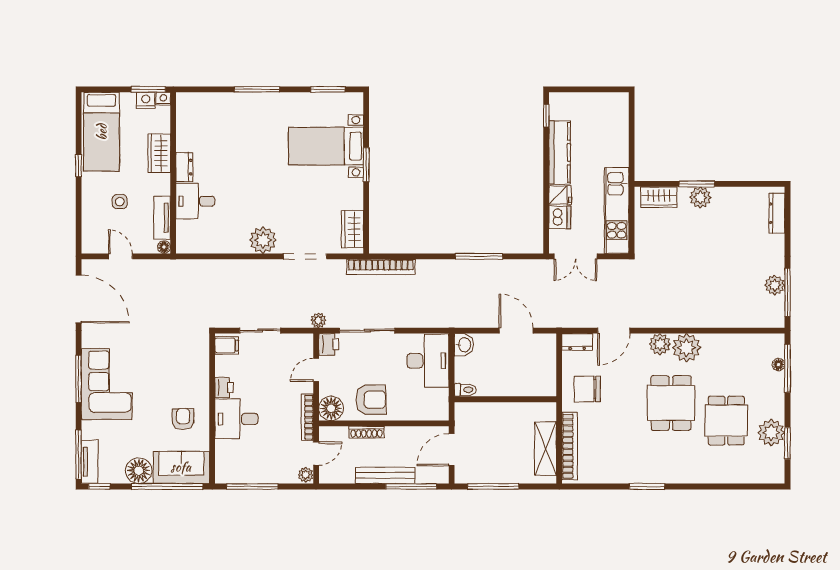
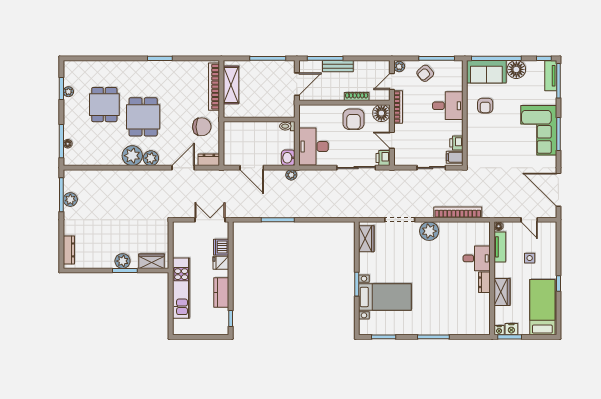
kitchen counter: (560, 152) -> (221, 293), width x0.67
kitchen unit: (617, 210) -> (181, 288), moved
bookcase: (381, 267) -> (458, 212), moved
plant: (318, 320) -> (291, 175), moved
door: (316, 370) -> (392, 140), swing flipped
printer: (224, 387) -> (456, 143), moved
armchair: (371, 400) -> (354, 119), turned -90
plant: (771, 433) -> (68, 92), width x0.53, depth x0.53
armchair: (269, 465) -> (425, 73), added
bench: (385, 475) -> (338, 66), width x0.73

